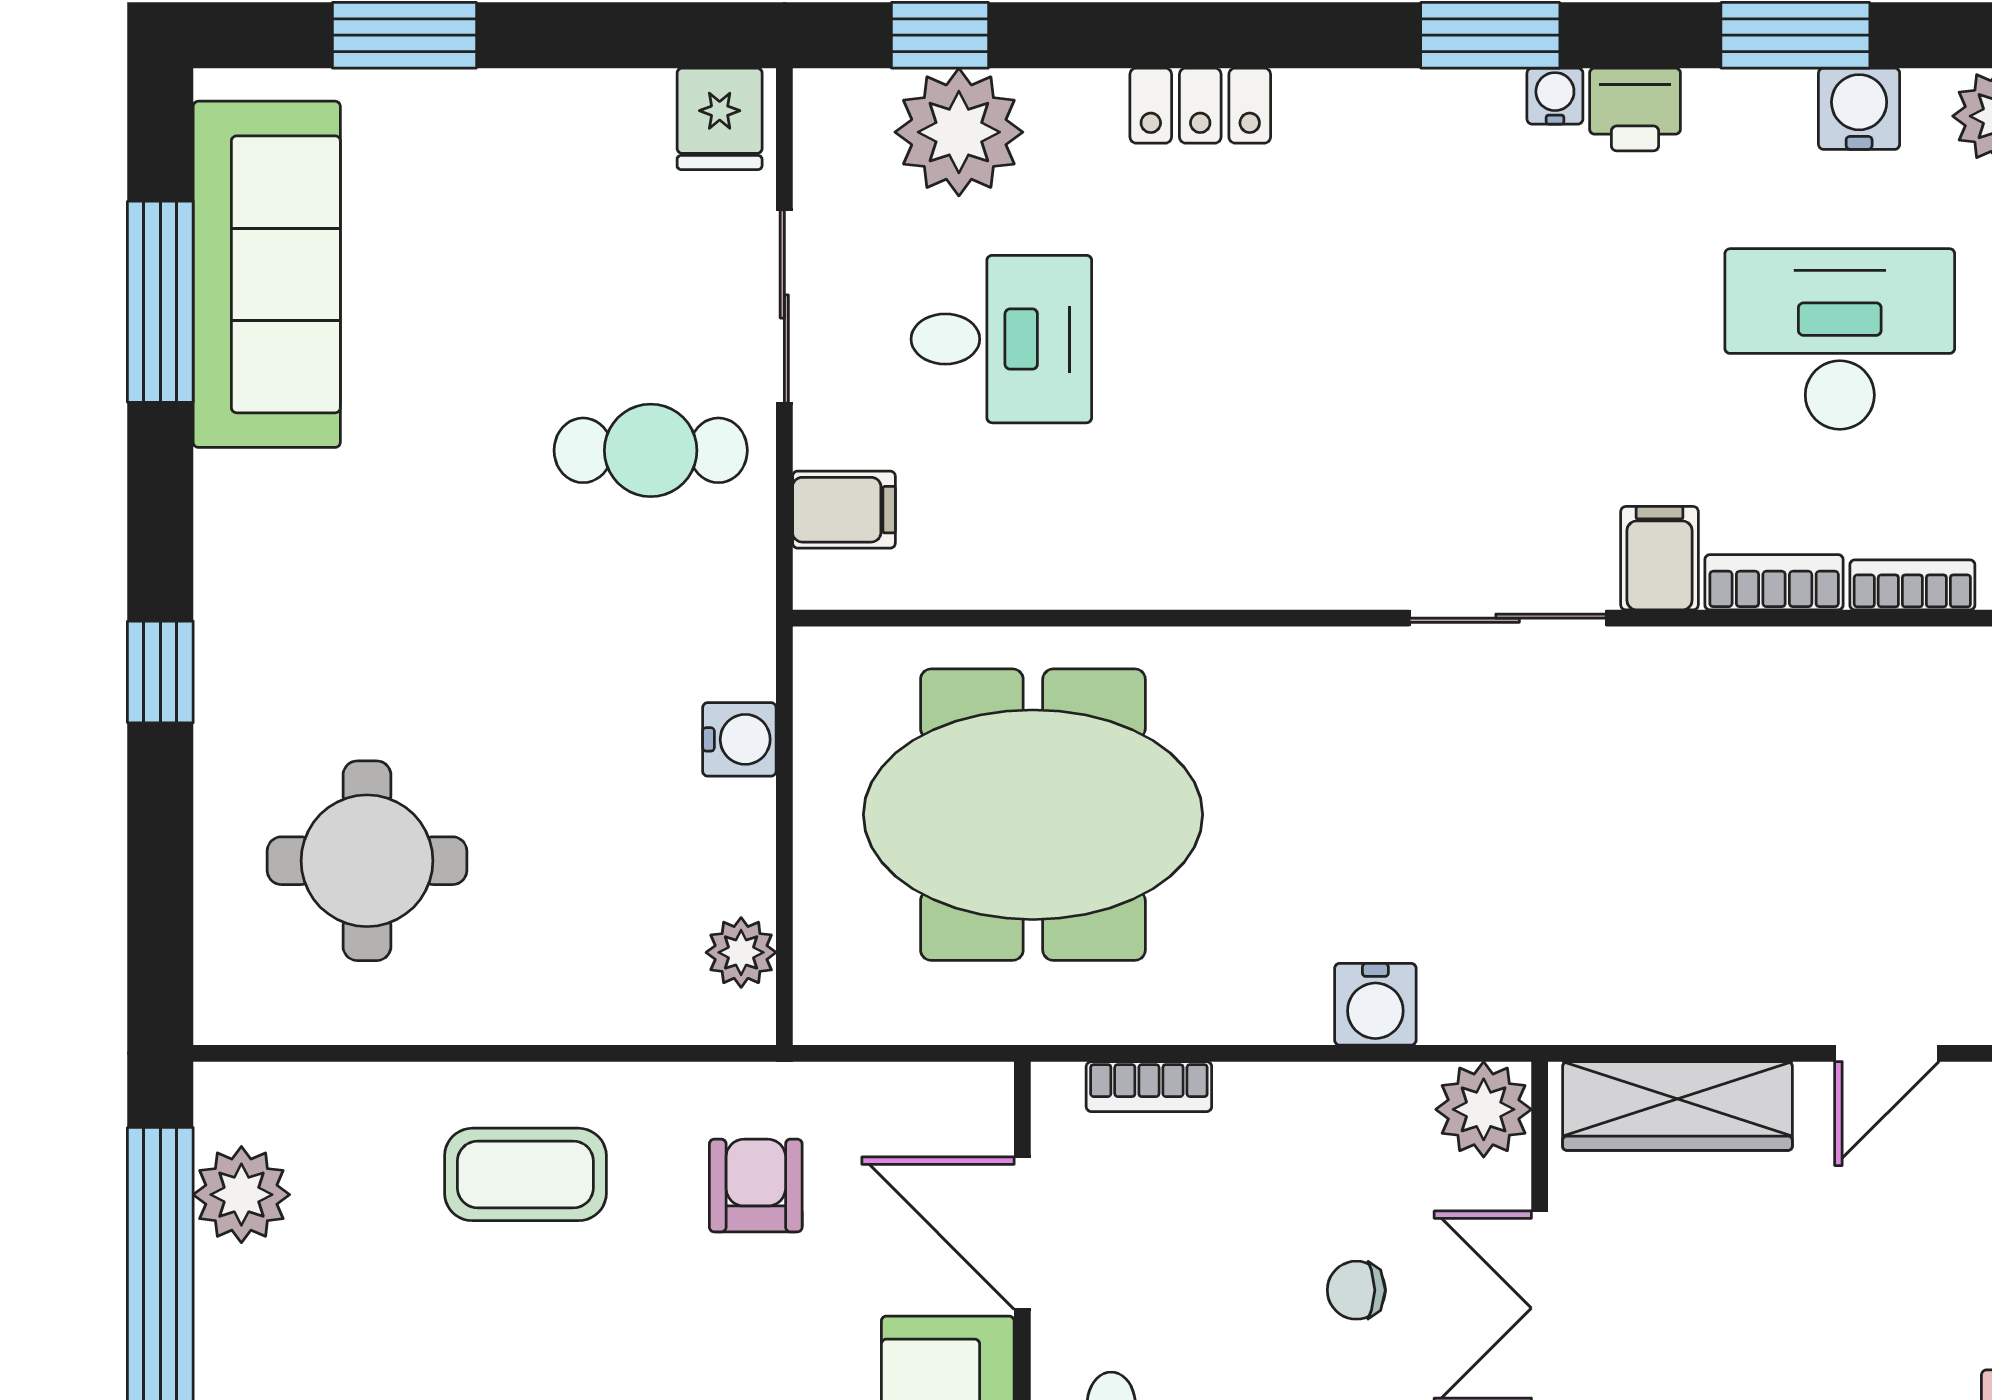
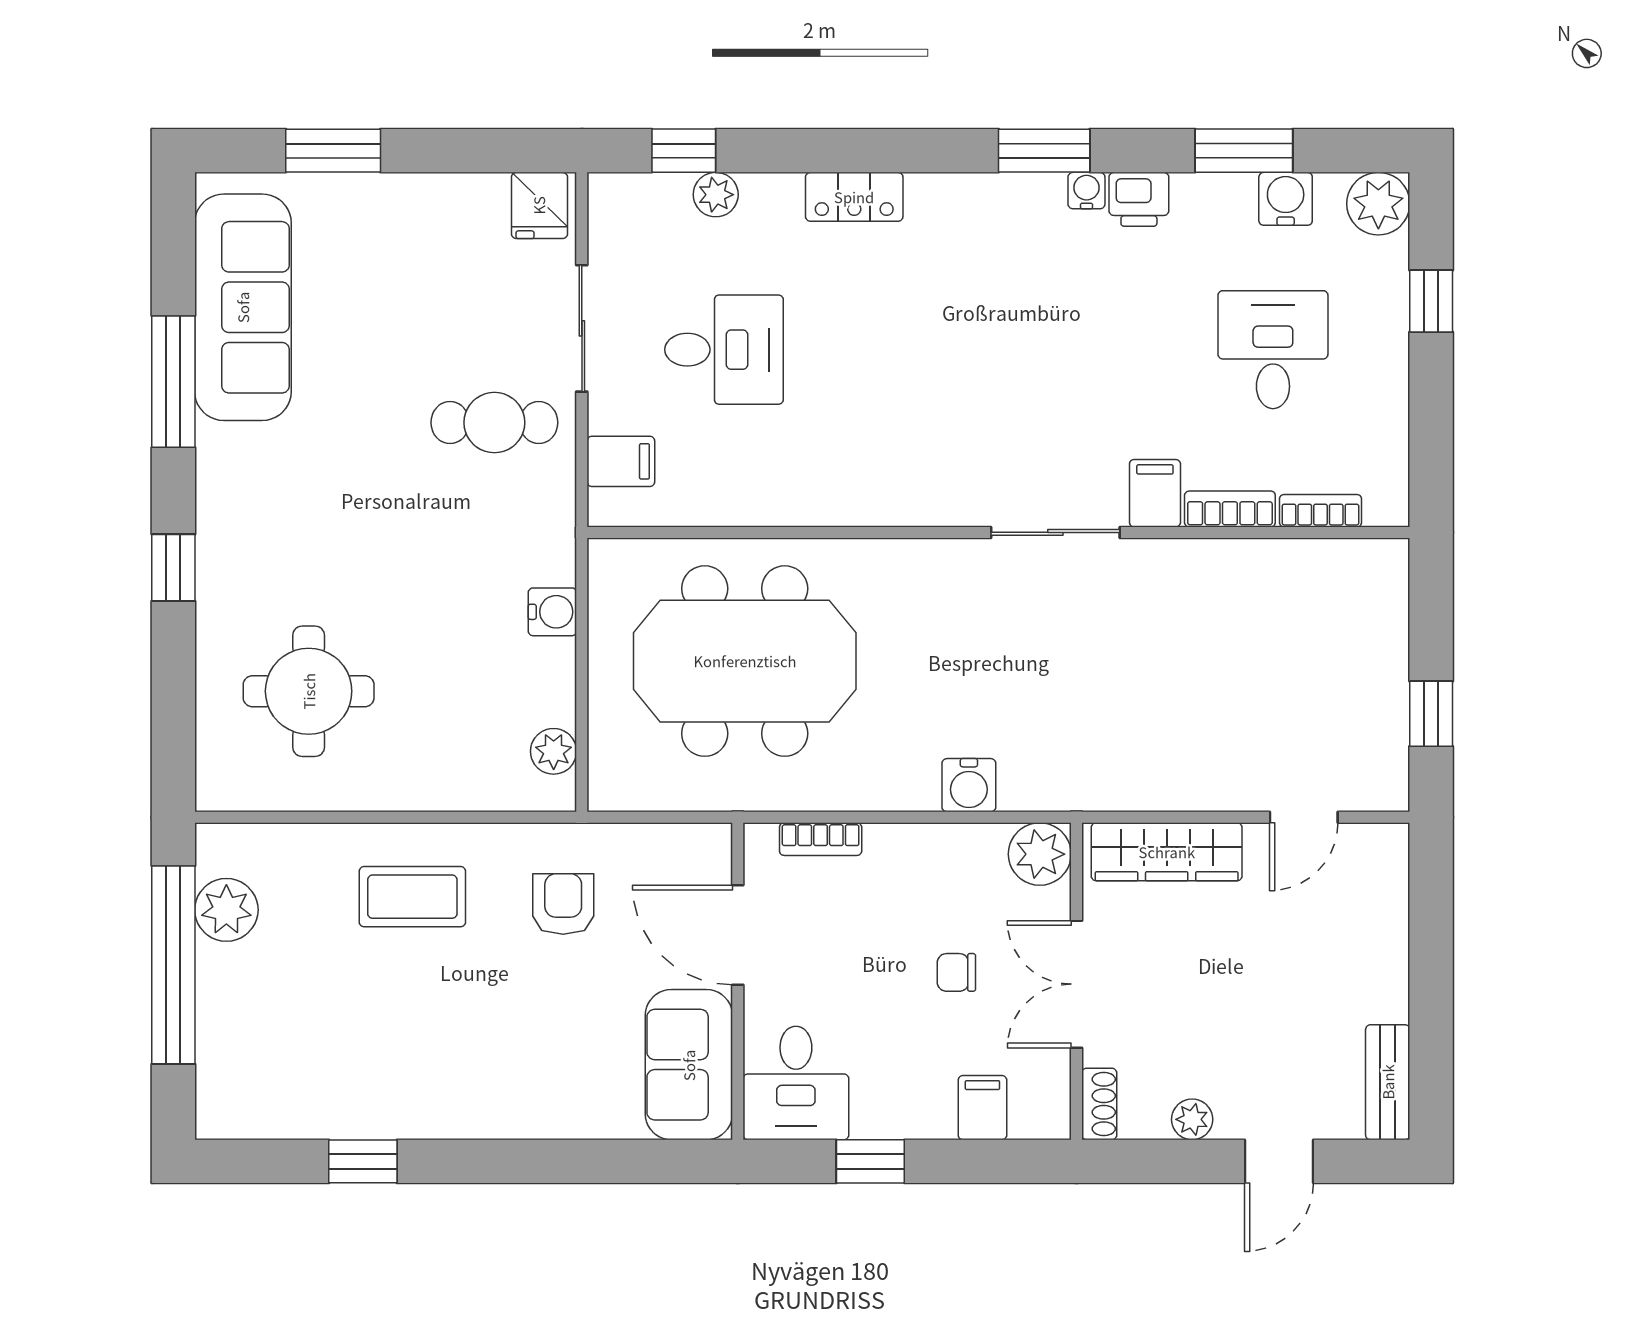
plant: (959, 132) -> (716, 195), width x0.53, depth x0.53
window: (160, 302) -> (173, 382), moved
desk: (1840, 339) -> (1273, 350), width x0.73

